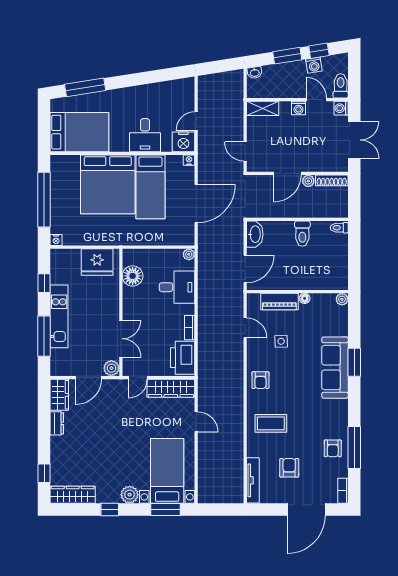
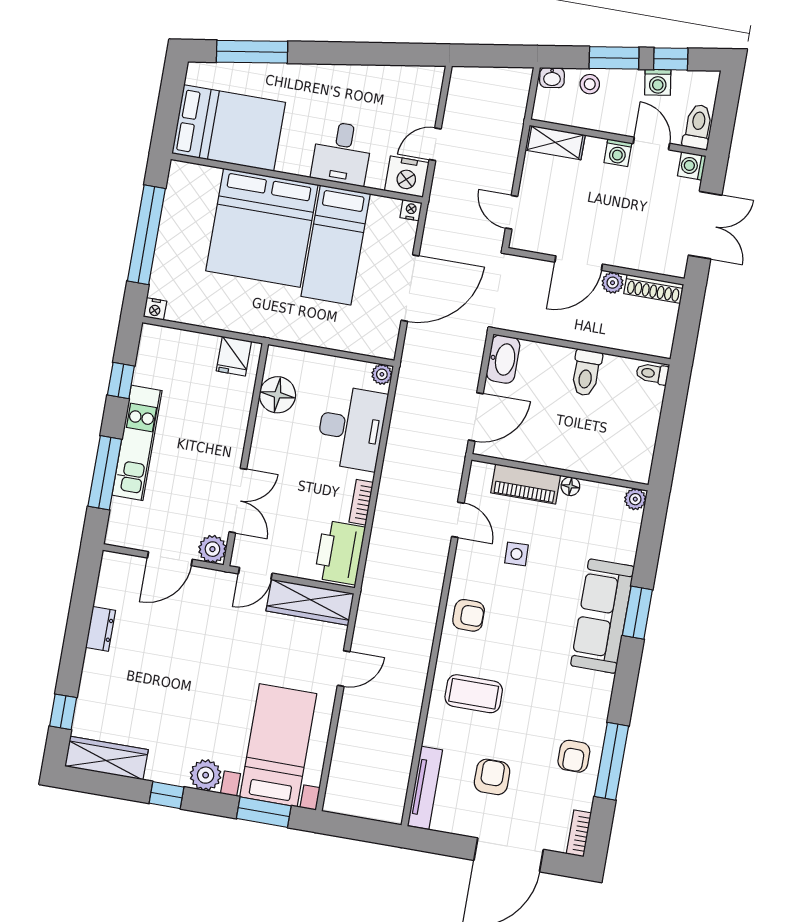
stool: (276, 73) -> (590, 84), added
fridge: (97, 262) -> (234, 356), width x0.53, depth x0.75
desk: (177, 287) -> (351, 428), width x1.37
armchair: (260, 380) -> (469, 615), turned -90
wardrobe: (59, 395) -> (114, 580), removed
door: (196, 422) -> (344, 669), hinge flipped

